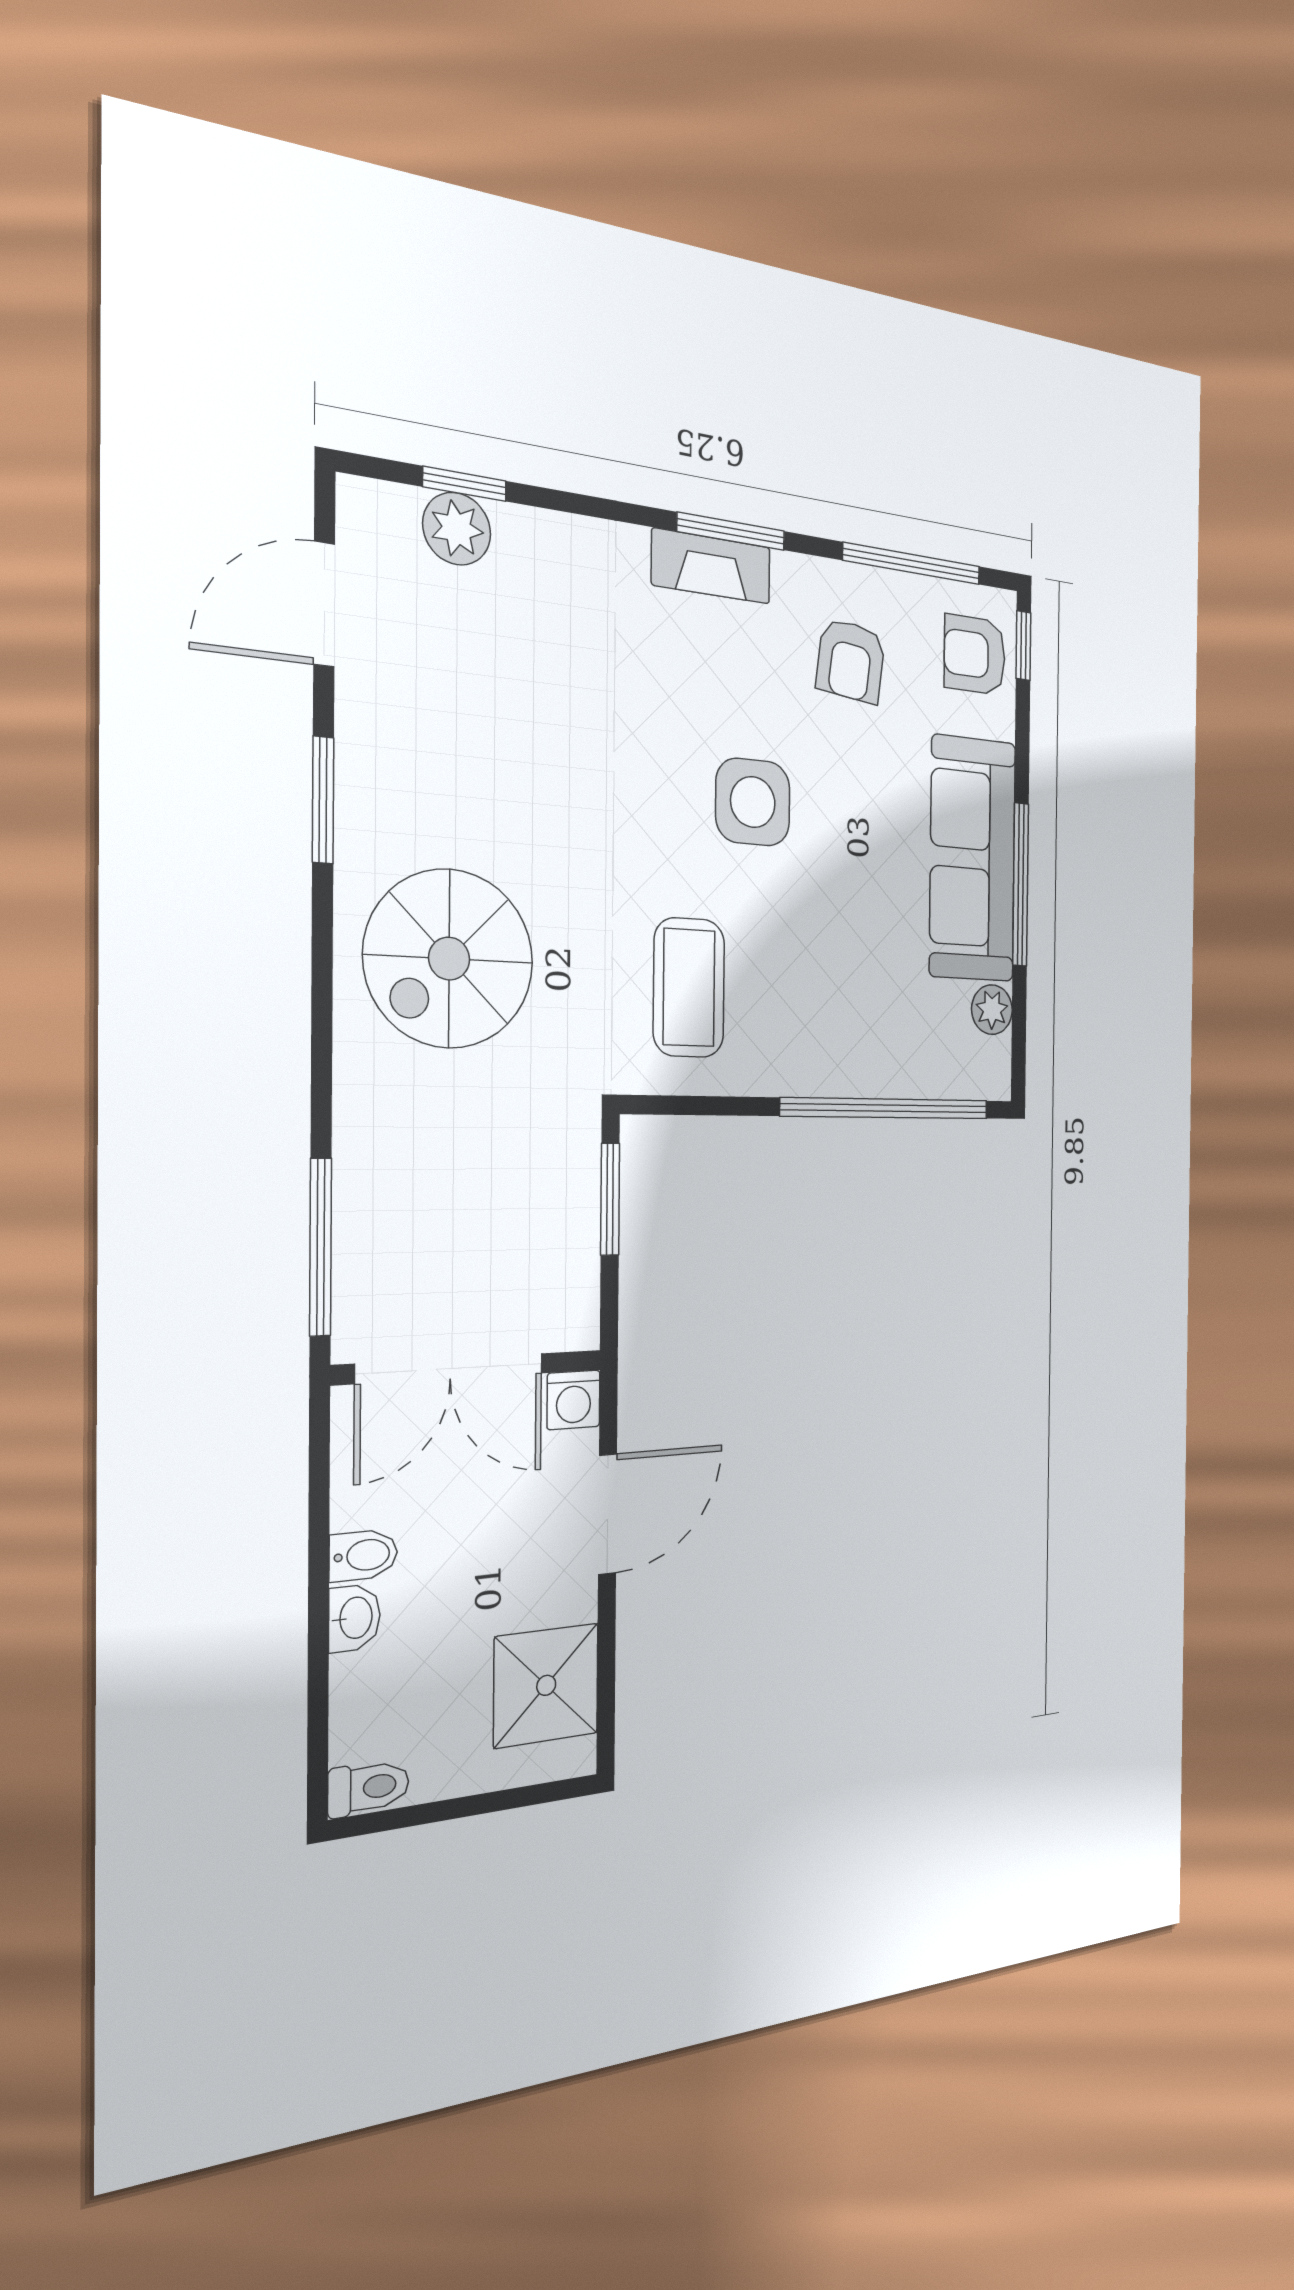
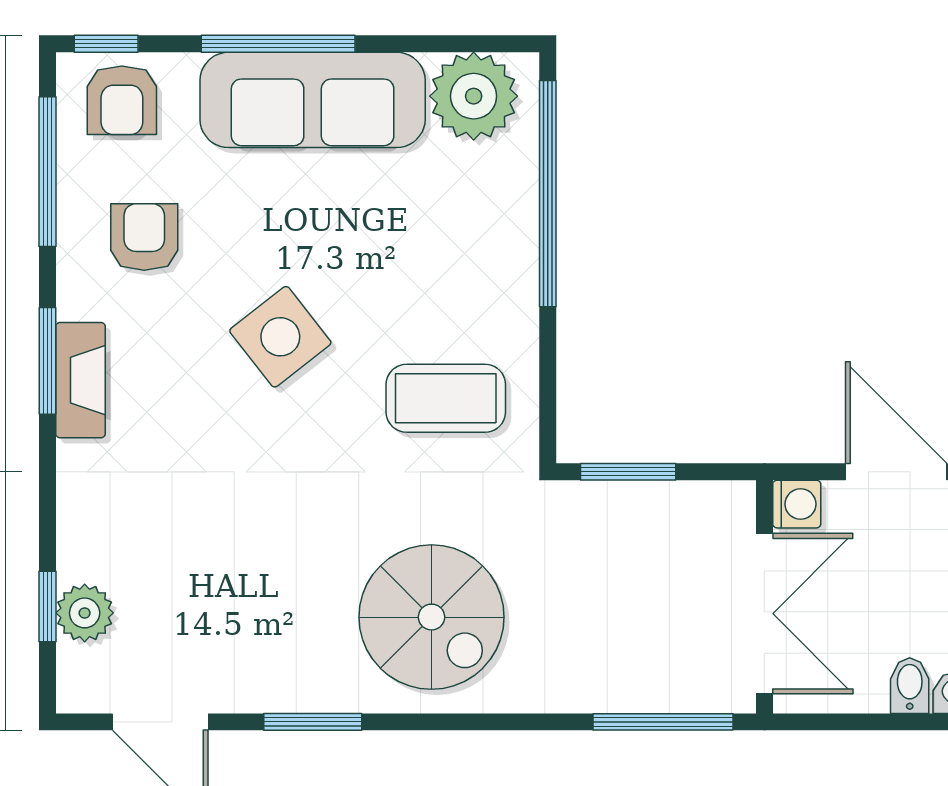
armchair: (851, 661) -> (144, 237), turned -97
side table: (753, 802) -> (280, 337), turned -38
window: (1021, 885) -> (278, 44), moved
plant: (992, 1010) -> (474, 96), width x1.87, depth x1.87

